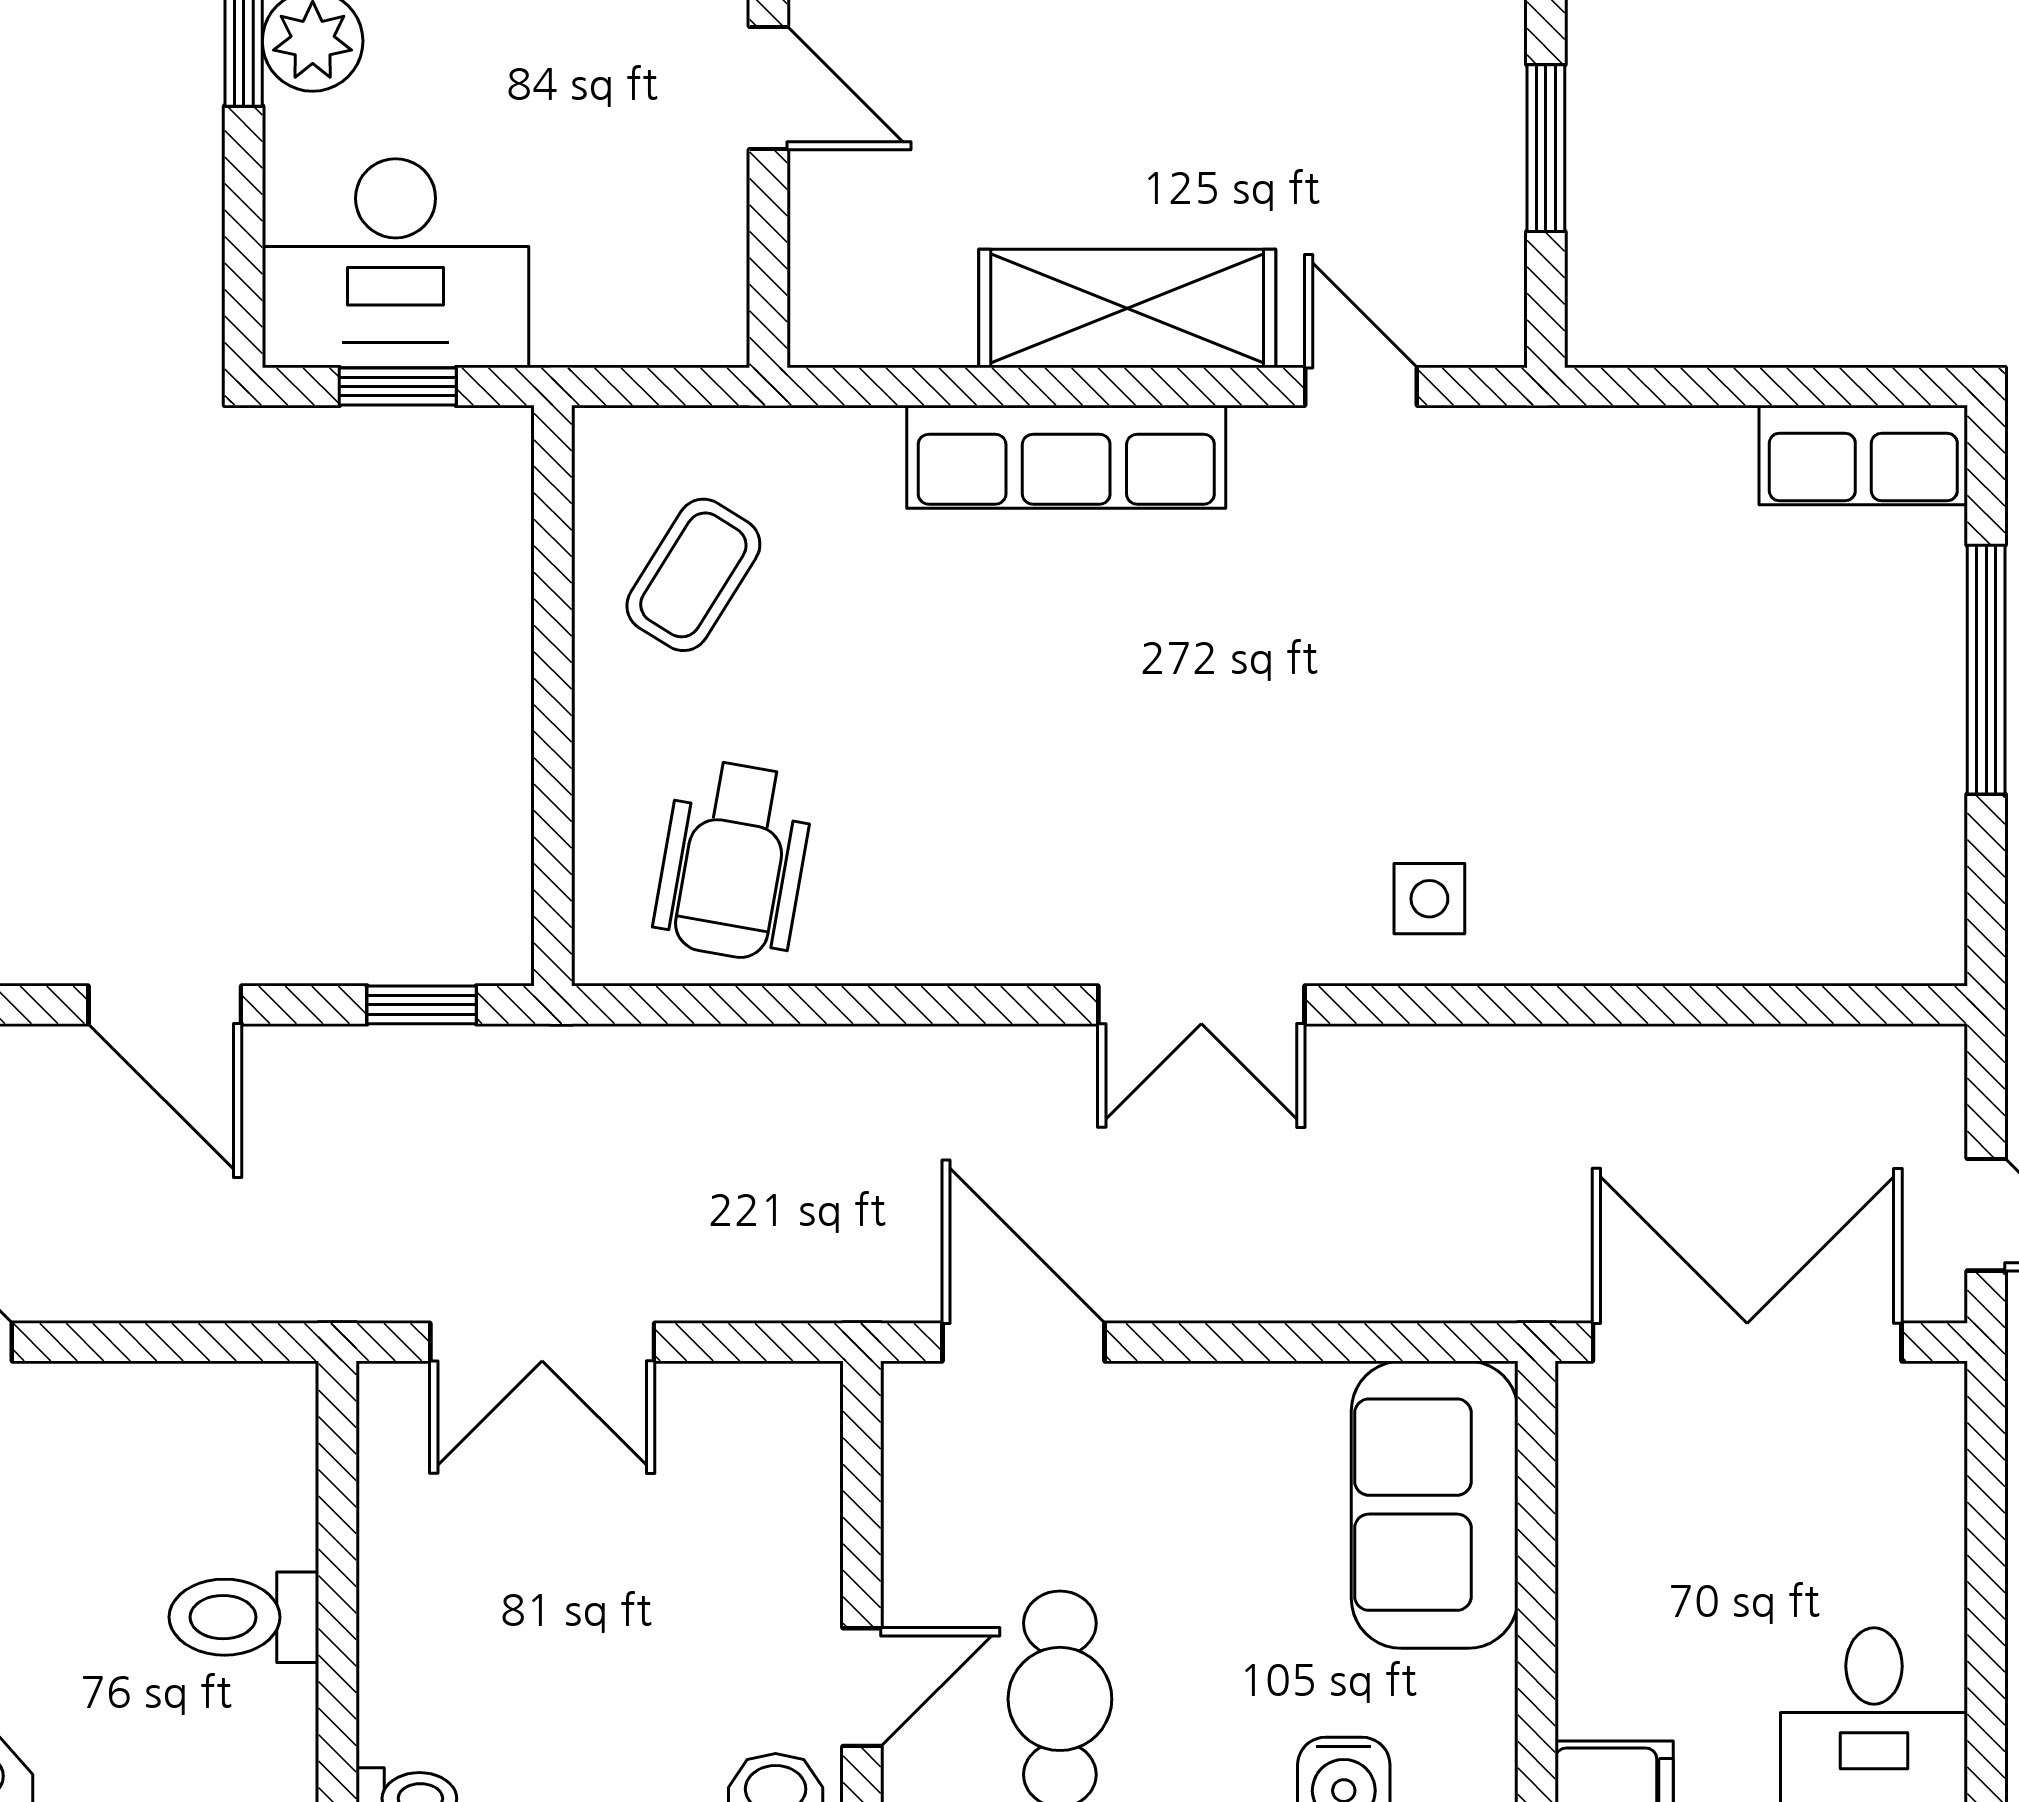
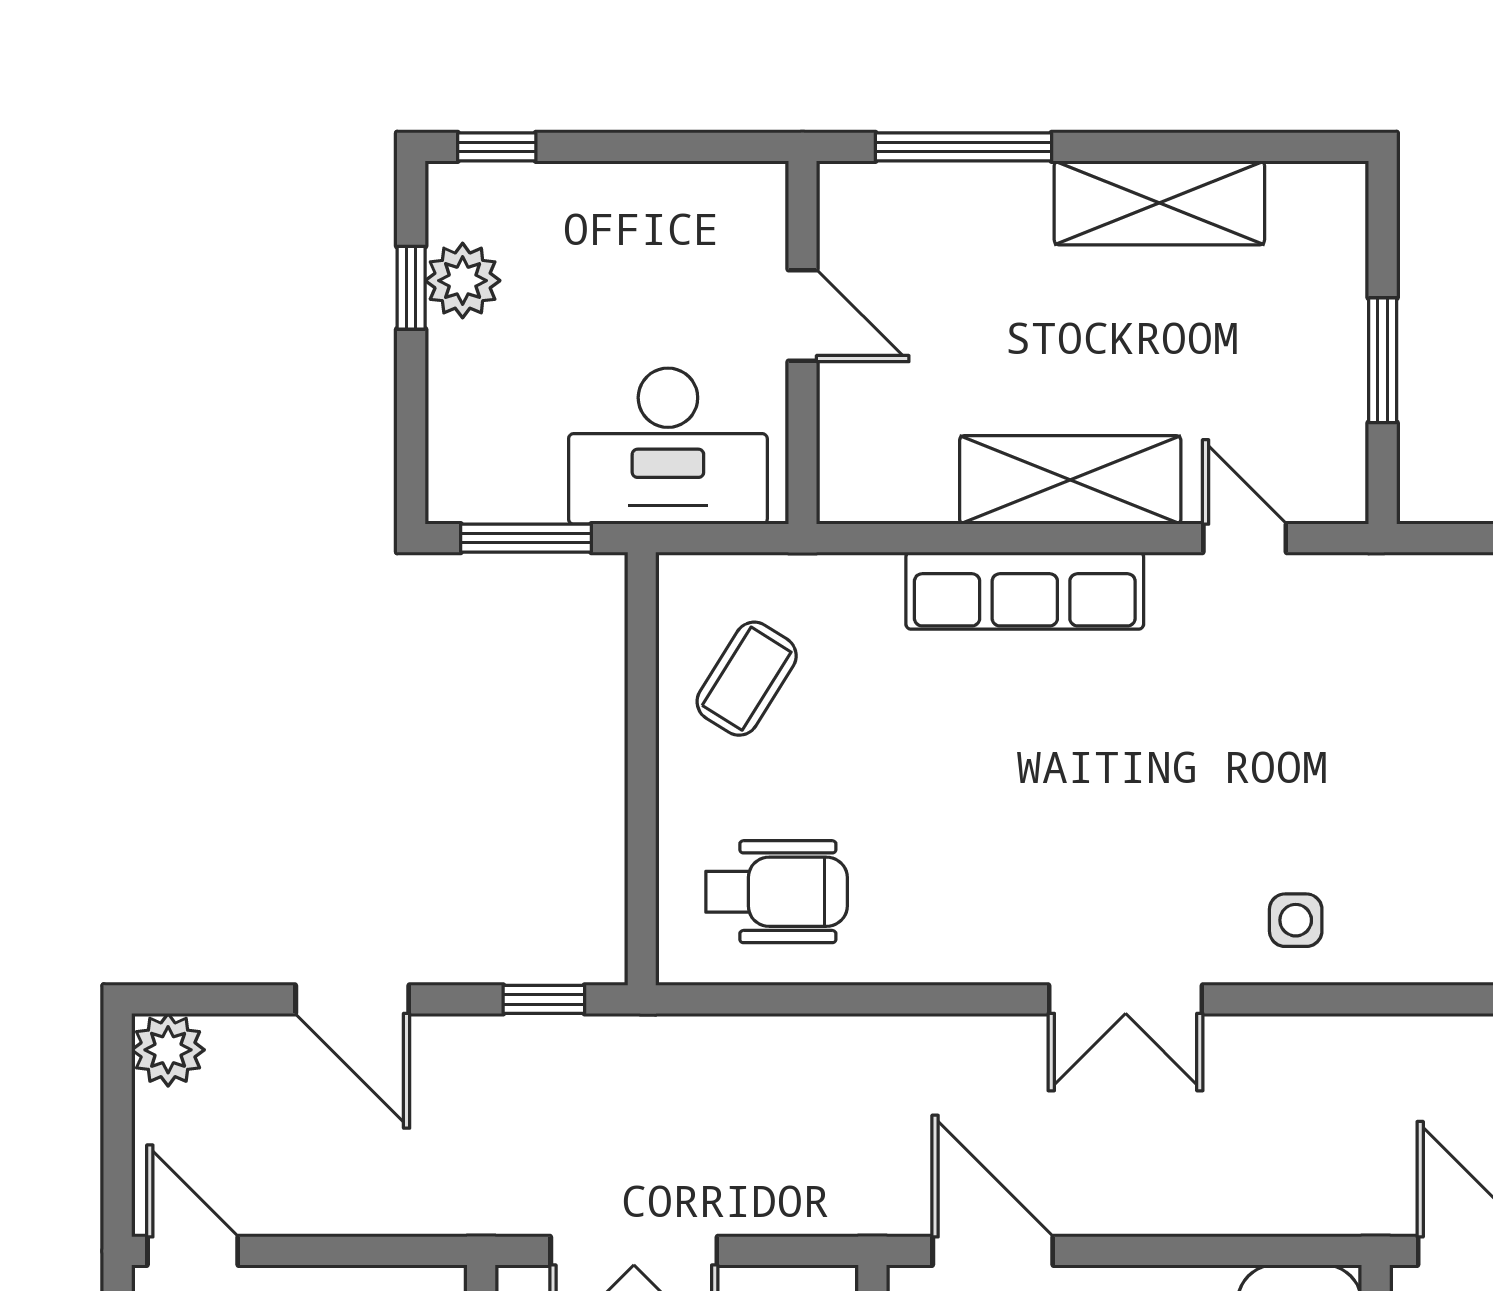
desk: (396, 263) -> (668, 446), moved
window: (398, 387) -> (526, 538), width x1.50
wheelchair: (734, 861) -> (777, 892), turned -100

